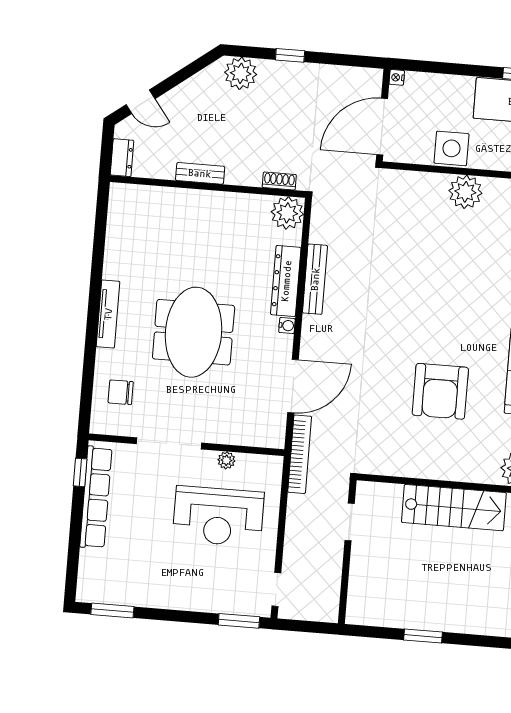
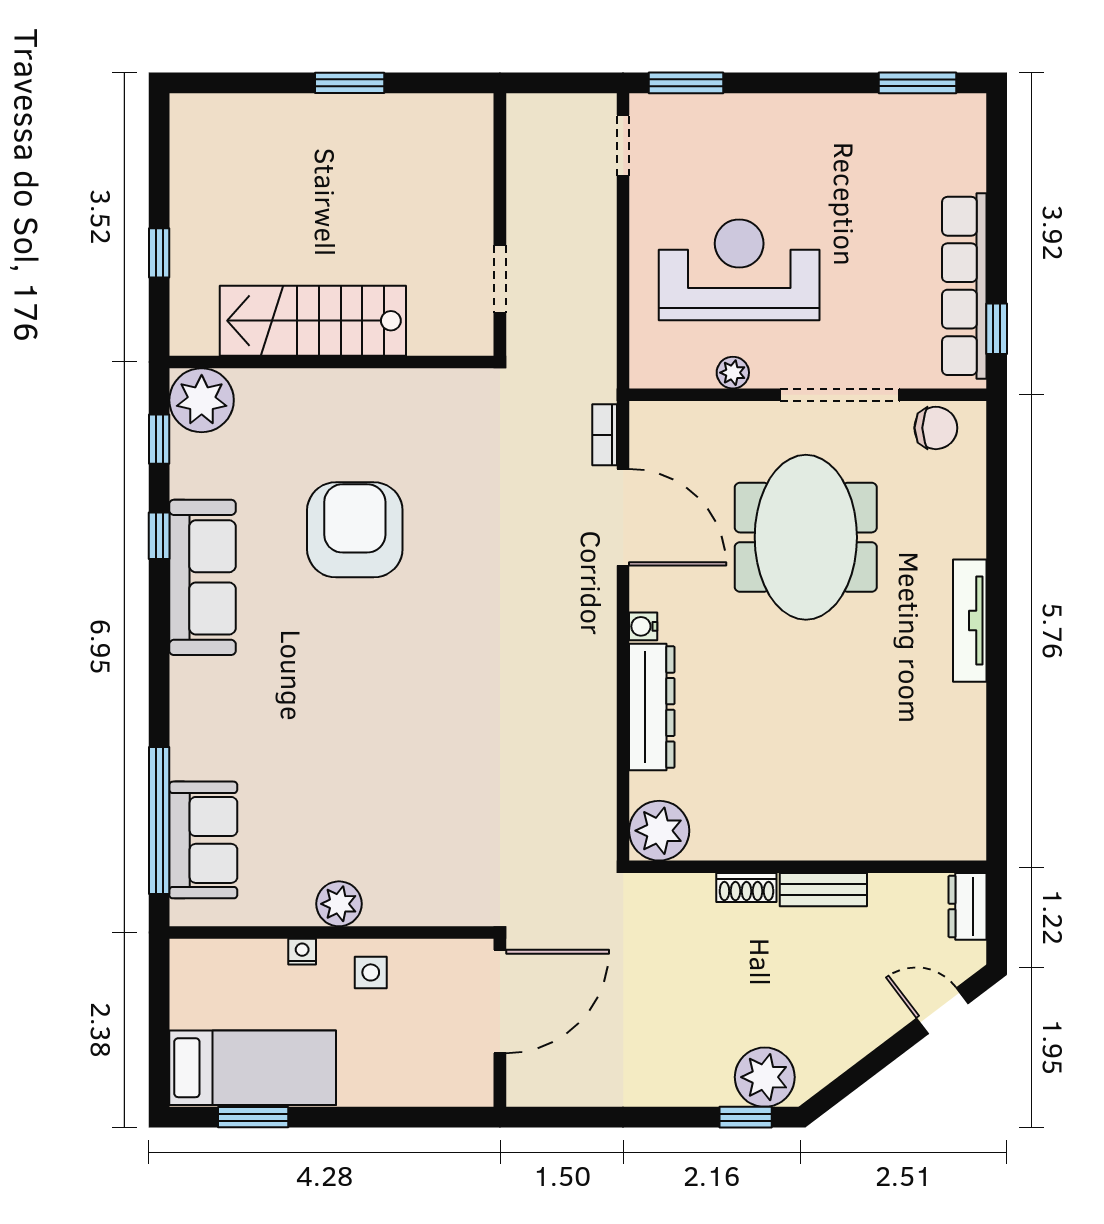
window: (290, 55) -> (746, 1117), moved
nightstand: (397, 77) -> (302, 952), moved, turned -90
side table: (451, 148) -> (371, 972), width x0.54, depth x0.54
shoe rack: (279, 181) -> (746, 888), moved
plant: (465, 192) -> (339, 904), width x0.73, depth x0.73
bench: (315, 279) -> (599, 715), removed
meeting table: (194, 332) -> (806, 537), moved
door: (293, 386) -> (623, 517), swing flipped
chair: (121, 392) -> (936, 428), moved
bookcase: (300, 454) -> (605, 435), width x0.43, depth x0.76

